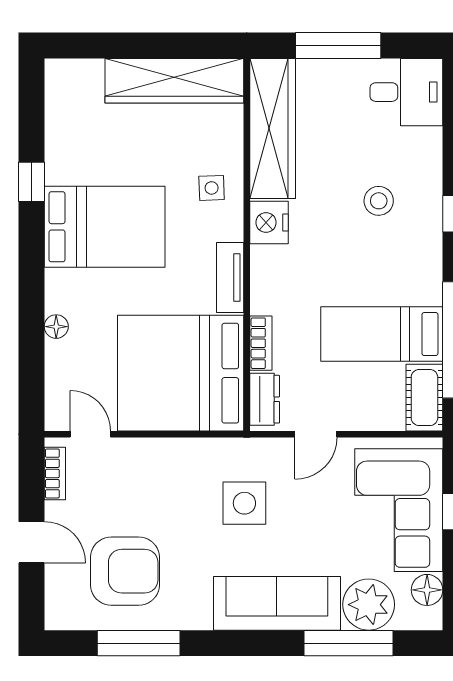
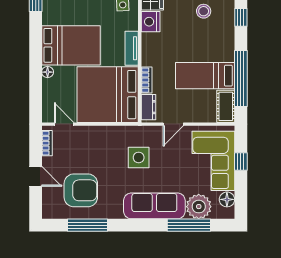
bed: (105, 227) -> (71, 45), moved

